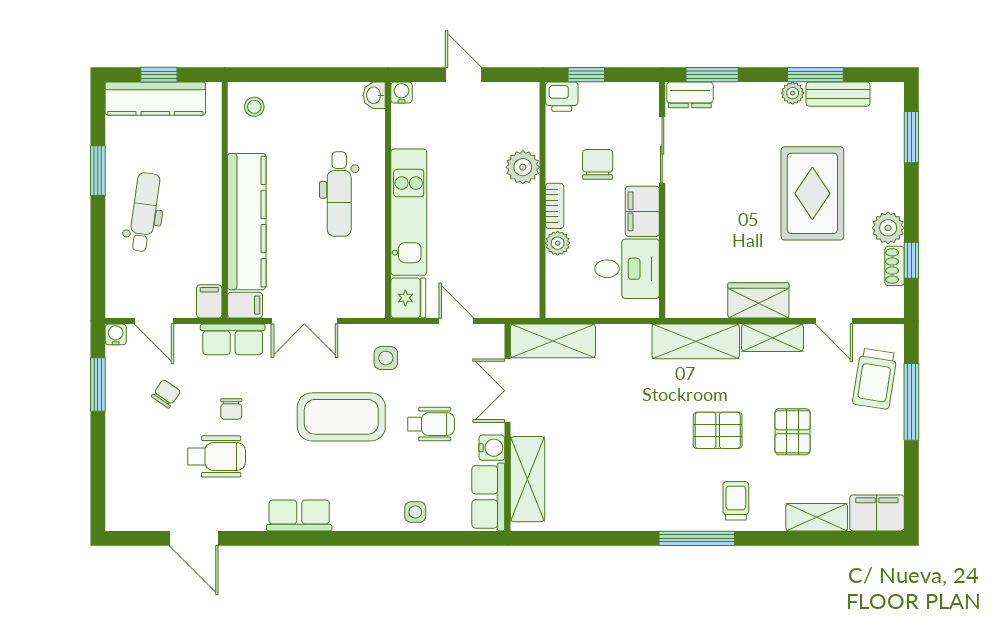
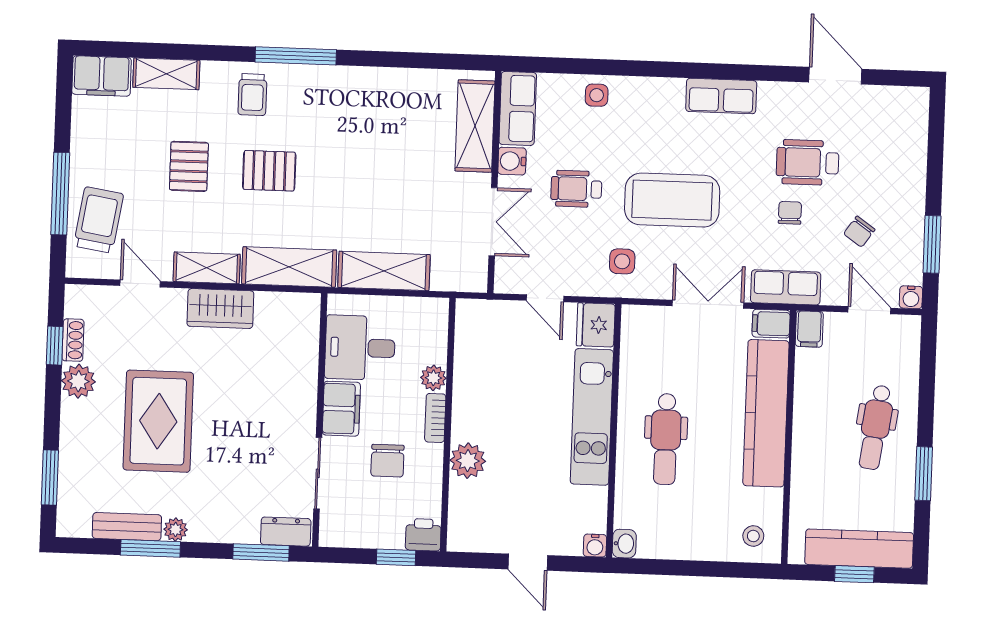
dental chair: (339, 194) -> (666, 439), turned 180
shelving: (553, 341) -> (384, 271), moved

